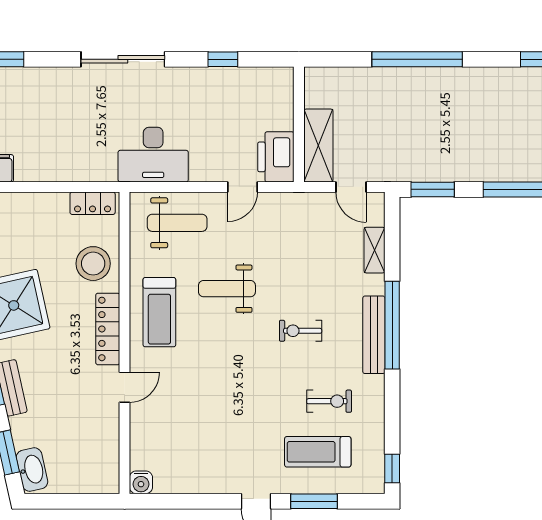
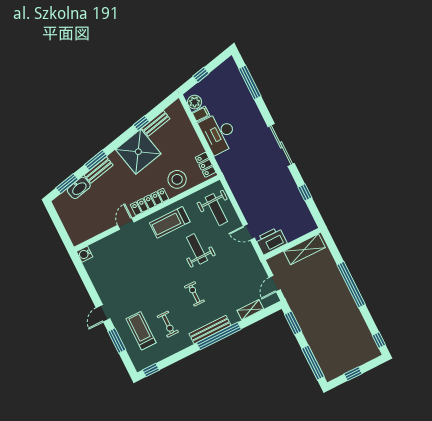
shelving: (318, 146) -> (304, 249), moved
desk: (153, 155) -> (219, 133), moved
door: (125, 387) -> (126, 224), swing flipped
washbasin: (32, 470) -> (79, 188), moved

